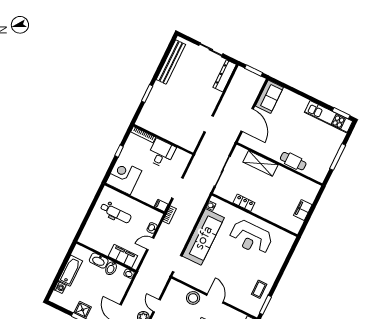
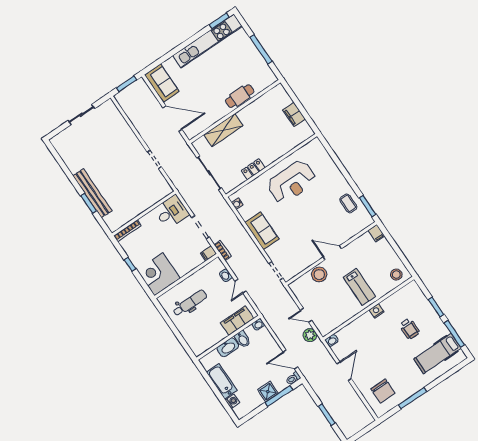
bench: (171, 62) -> (92, 193), moved
dresser: (225, 76) -> (115, 116), removed
kitchen unit: (329, 117) -> (207, 41), width x1.36
desk: (161, 153) -> (172, 212), moved, turned 90
sofa: (203, 237) -> (262, 231), width x0.54, depth x0.79

